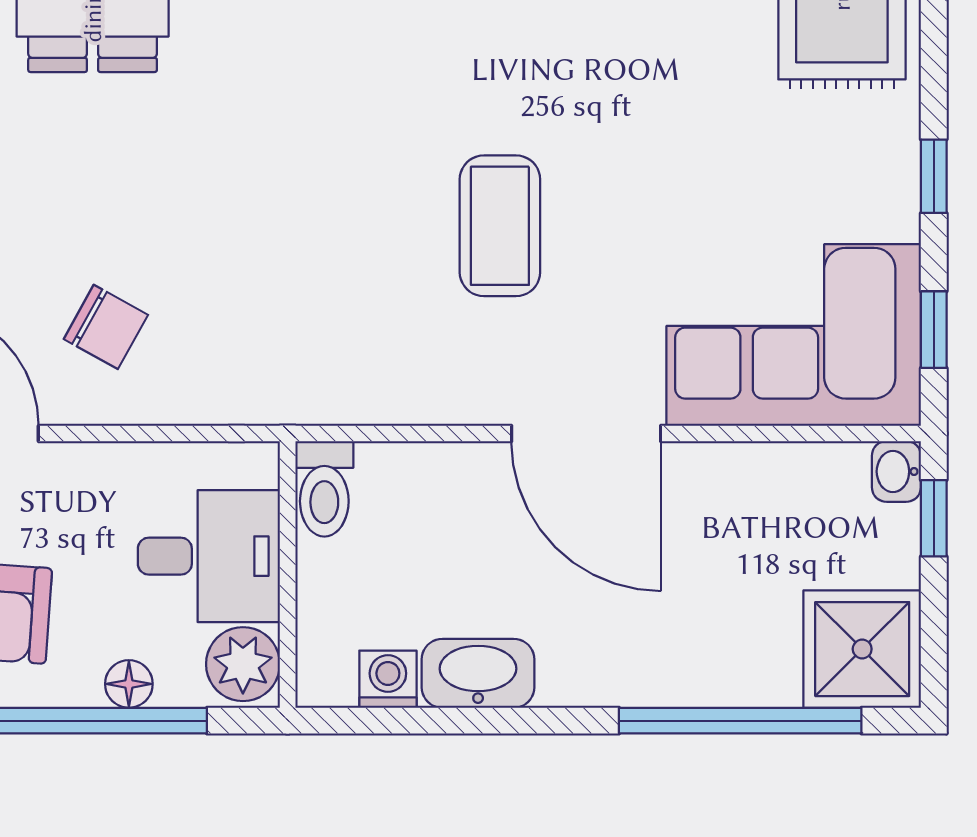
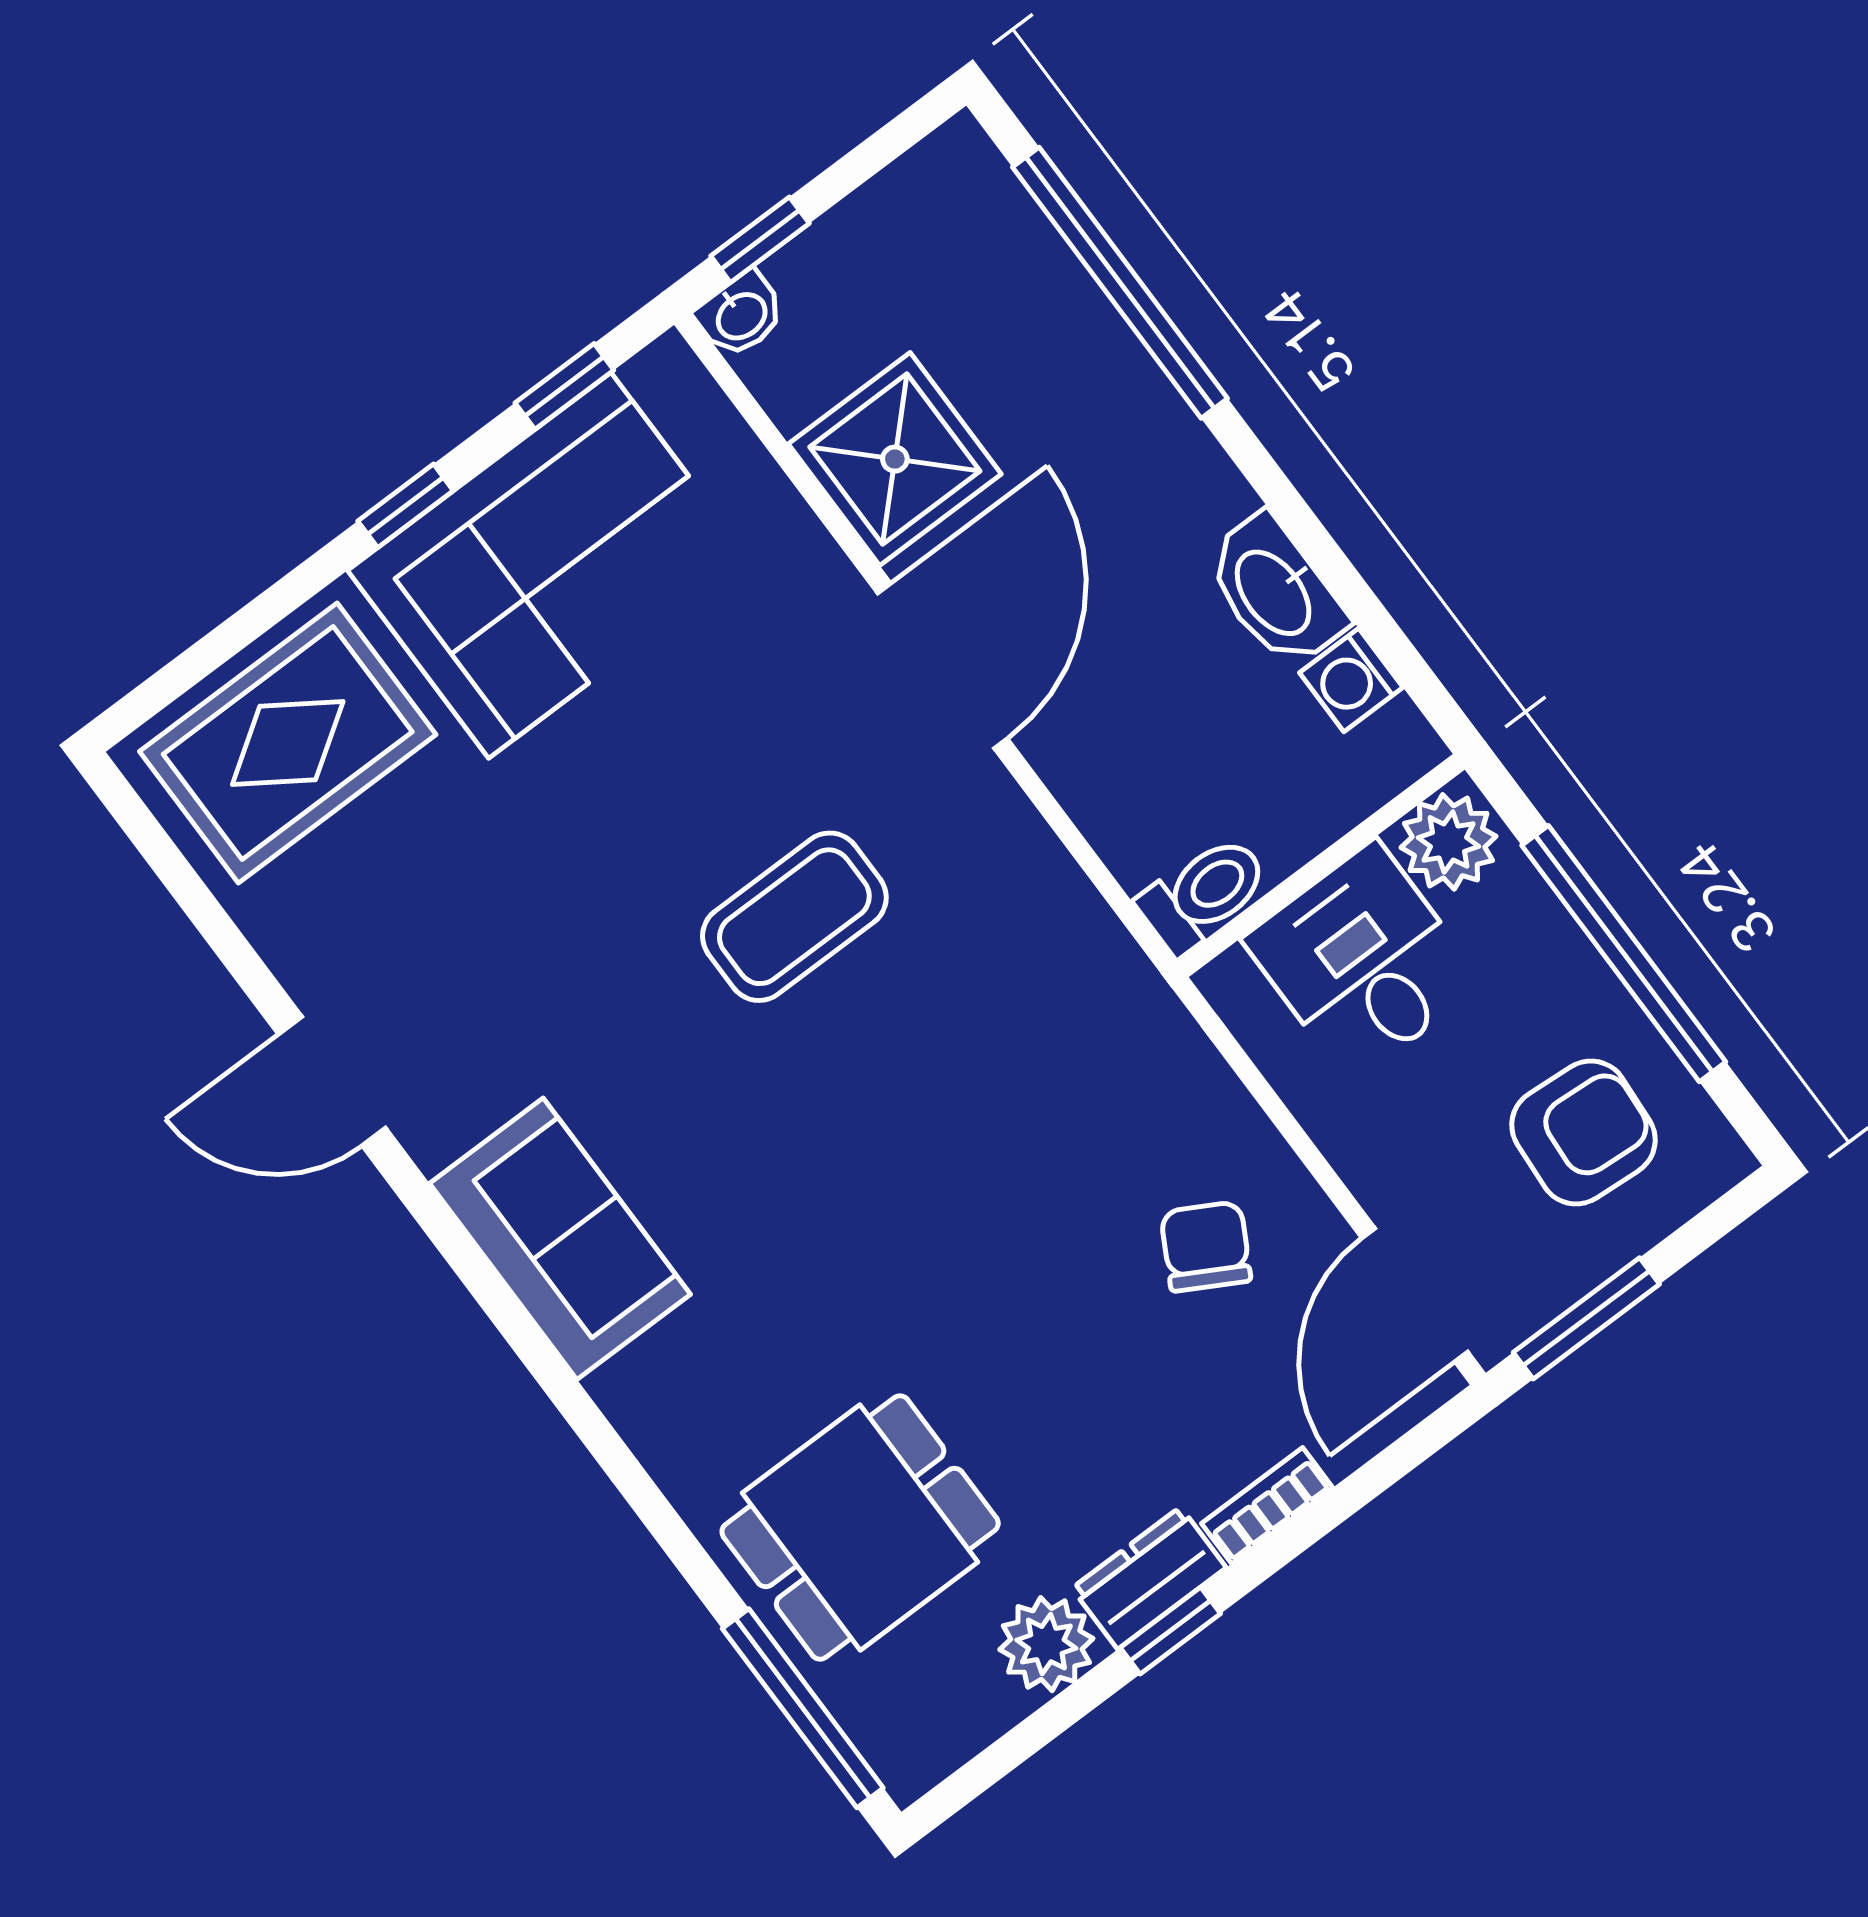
corner sofa: (794, 335) -> (550, 565), moved, turned -90
shower: (862, 649) -> (895, 459), moved
floor lamp: (129, 684) -> (1558, 945), removed

